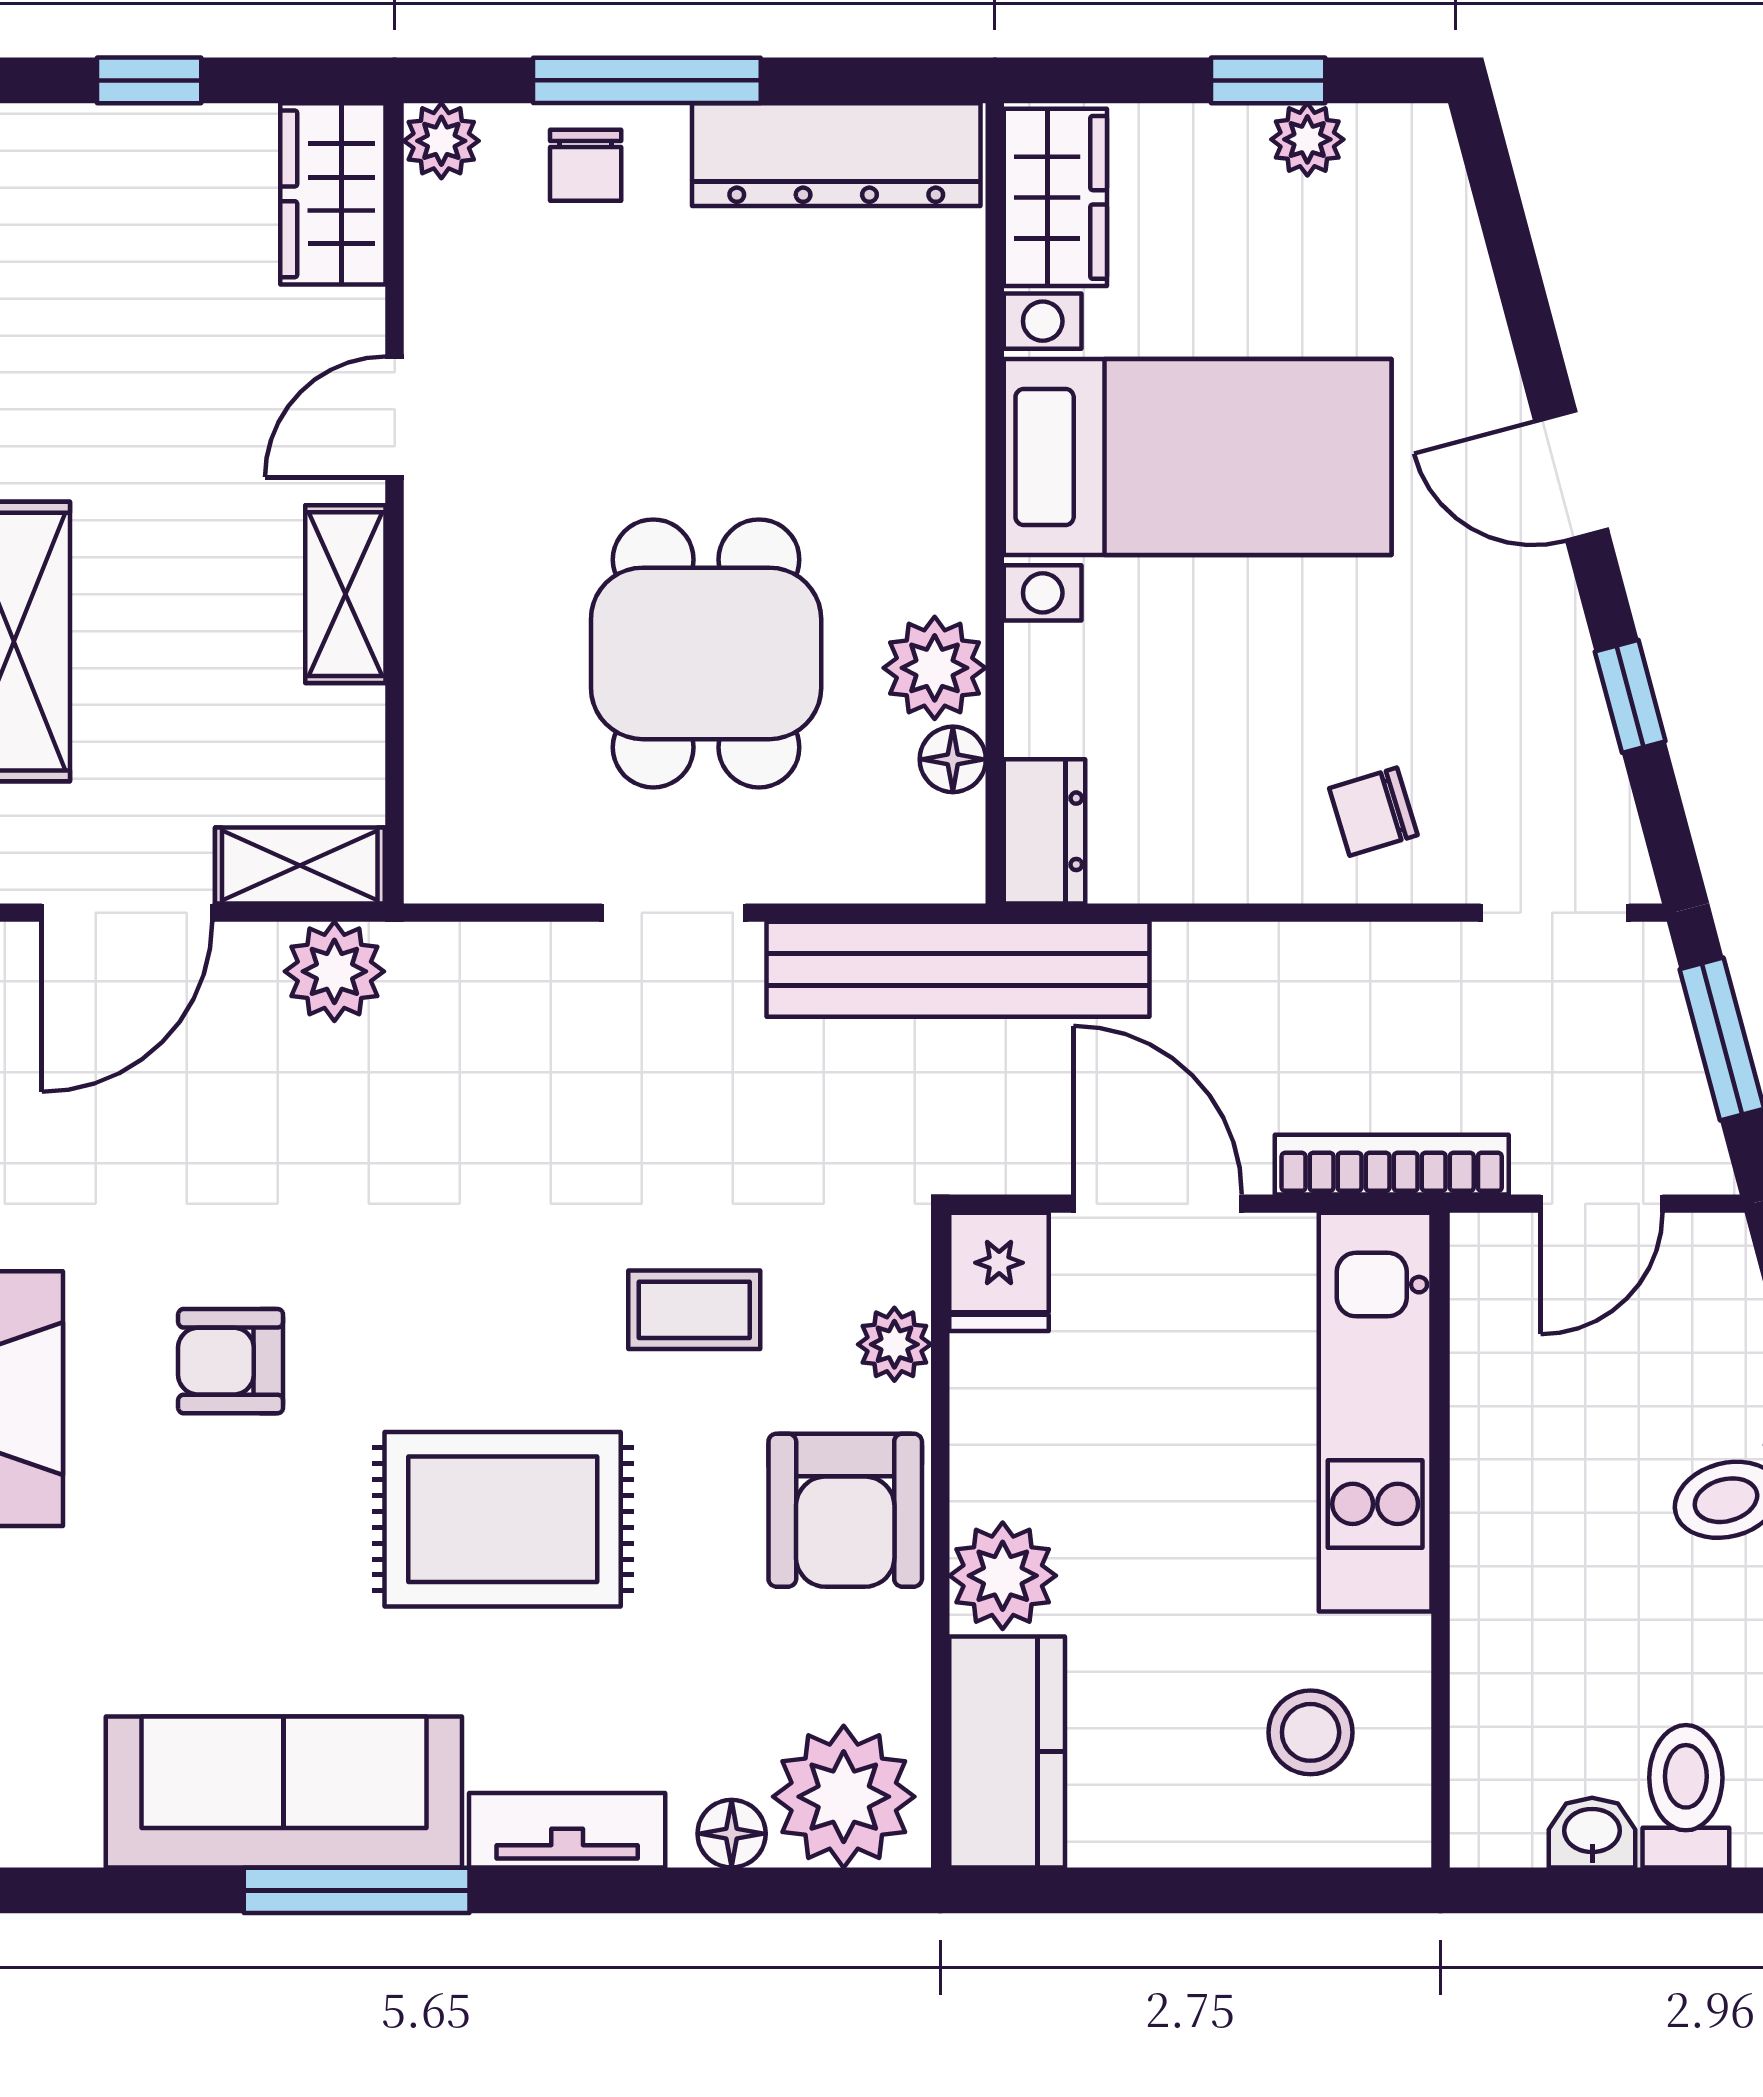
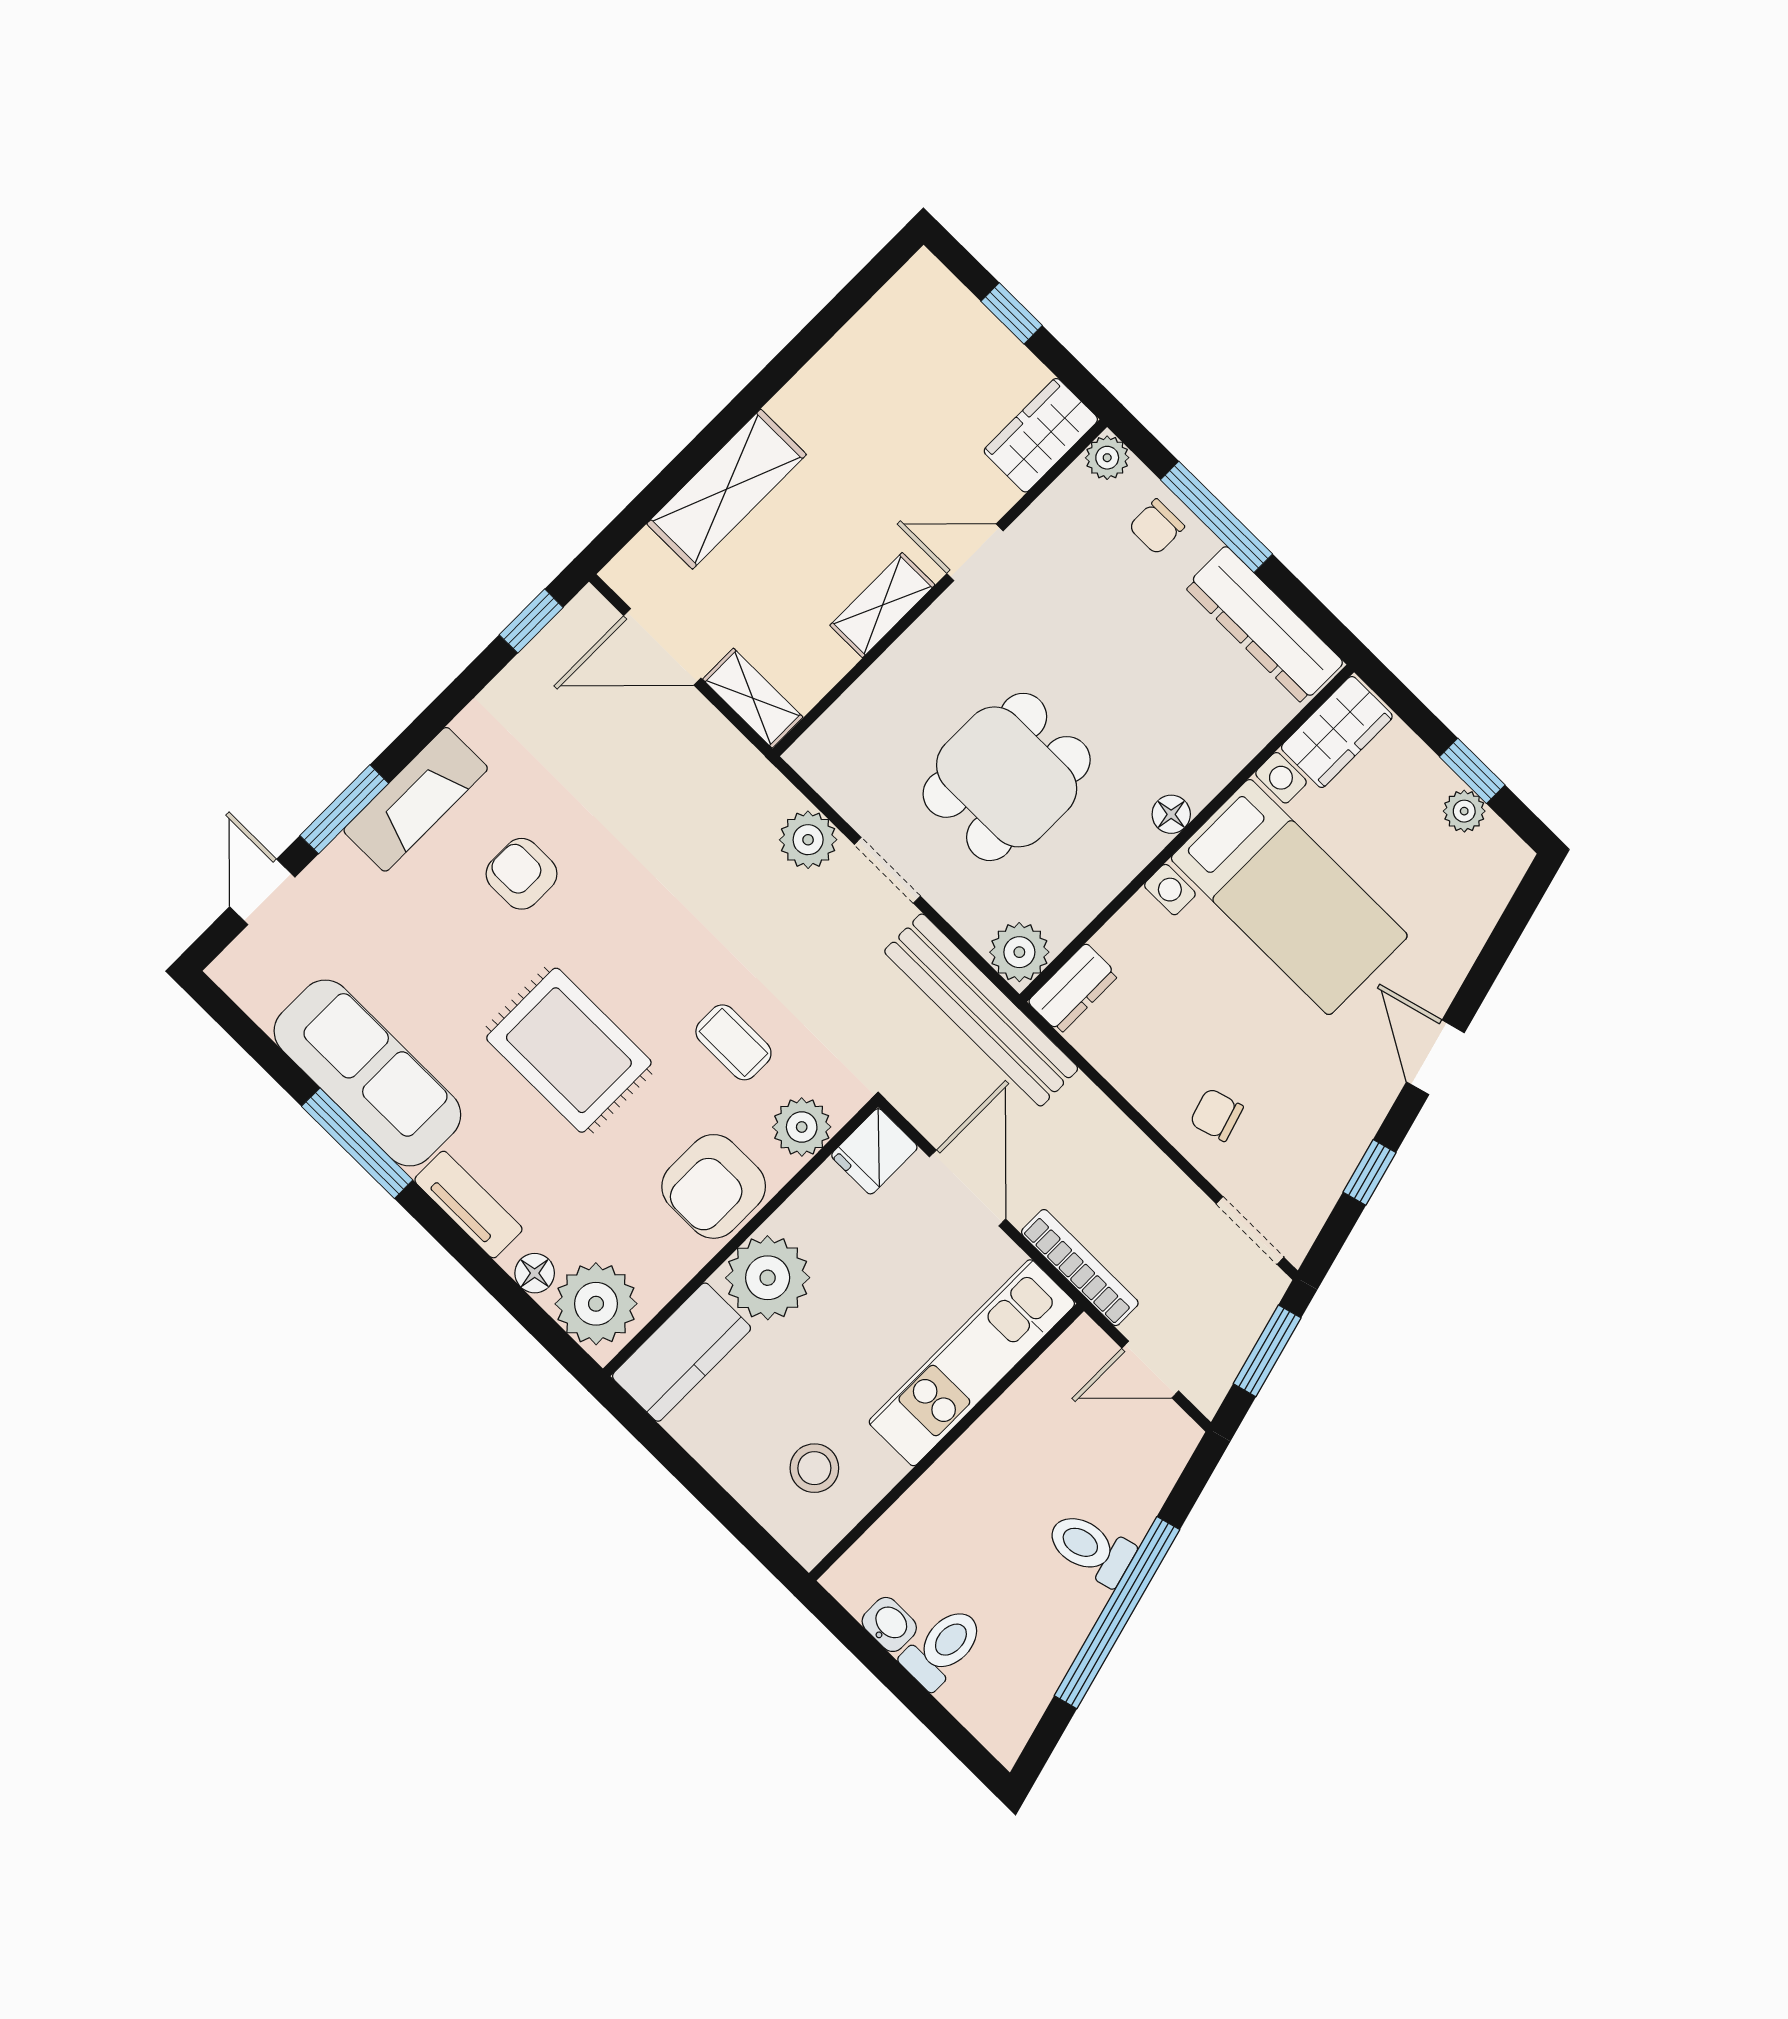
plant: (935, 668) -> (1019, 952), moved
floor lamp: (953, 759) -> (1171, 814), moved
plant: (334, 971) -> (808, 840), moved
plant: (894, 1344) -> (802, 1127), width x1.38, depth x1.38
plant: (1003, 1576) -> (768, 1278), width x1.36, depth x1.36

